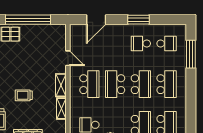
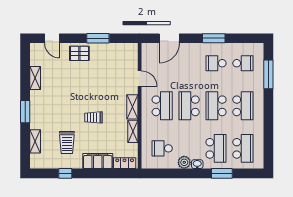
window: (28, 20) -> (98, 38), width x0.47
school desk: (141, 84) -> (216, 106), turned 180

